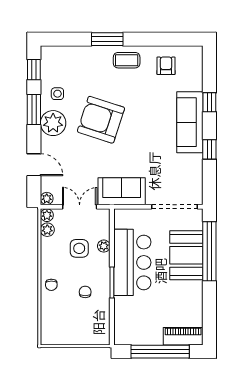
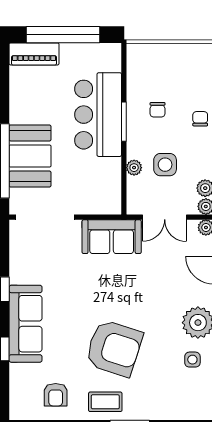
armchair: (101, 120) -> (114, 348), moved
bar counter: (132, 262) -> (98, 115), moved

